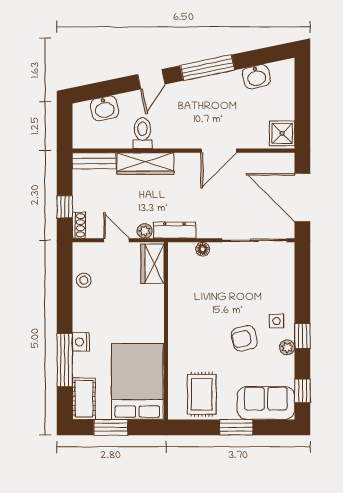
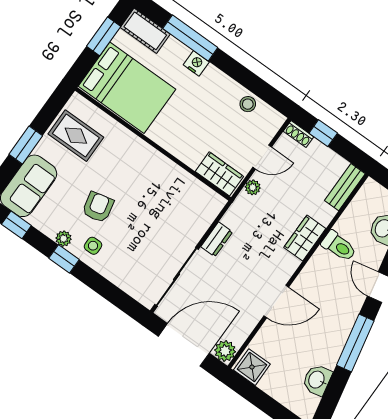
door: (219, 151) -> (276, 301), swing flipped
plant: (285, 163) -> (225, 351), added
wardrobe: (145, 164) -> (305, 238), width x0.67
dresser: (175, 230) -> (217, 239), moved, width x0.70
floor lamp: (203, 249) -> (201, 226), removed

